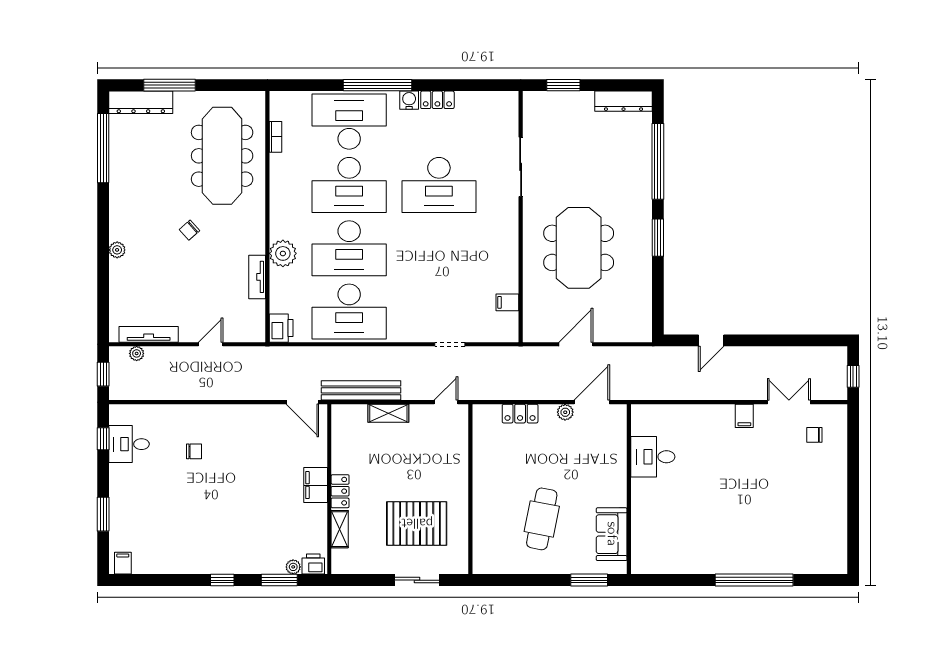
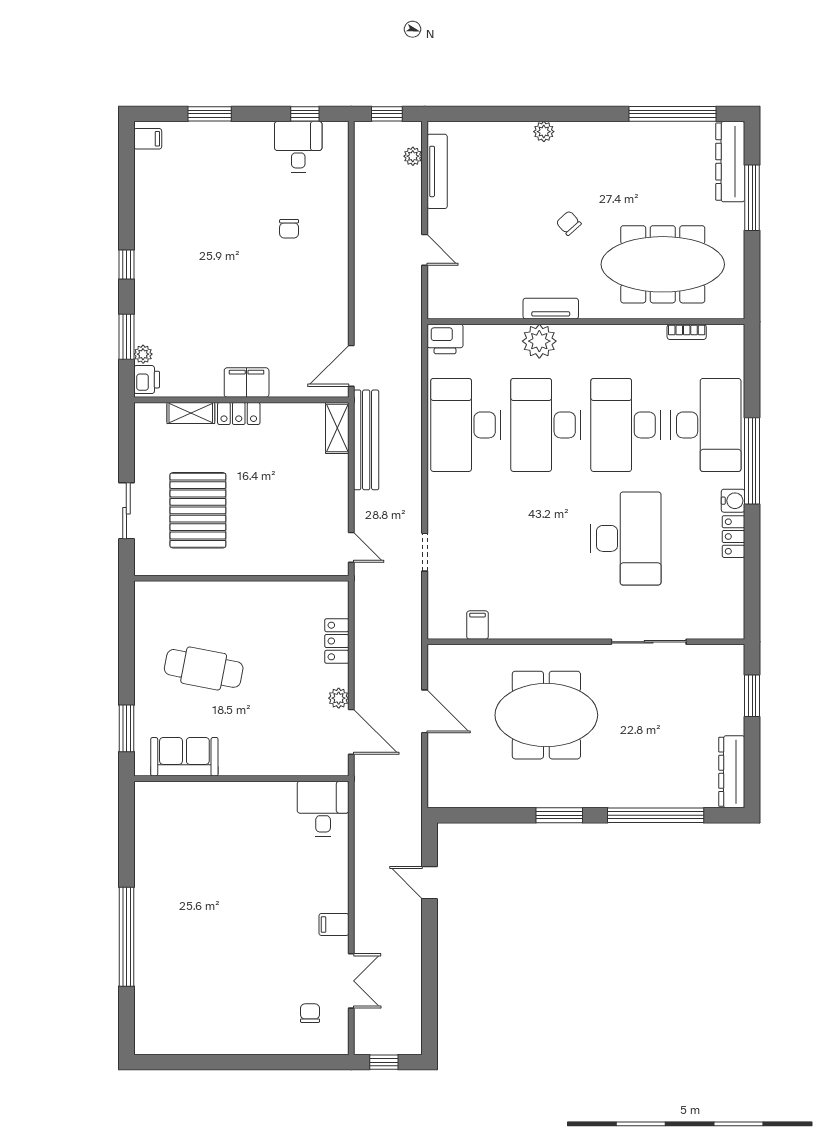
desk: (439, 185) -> (626, 538), turned 180
tv unit: (257, 277) -> (551, 309), moved
shelving: (388, 413) -> (337, 428), moved
desk: (653, 457) -> (323, 809), moved

